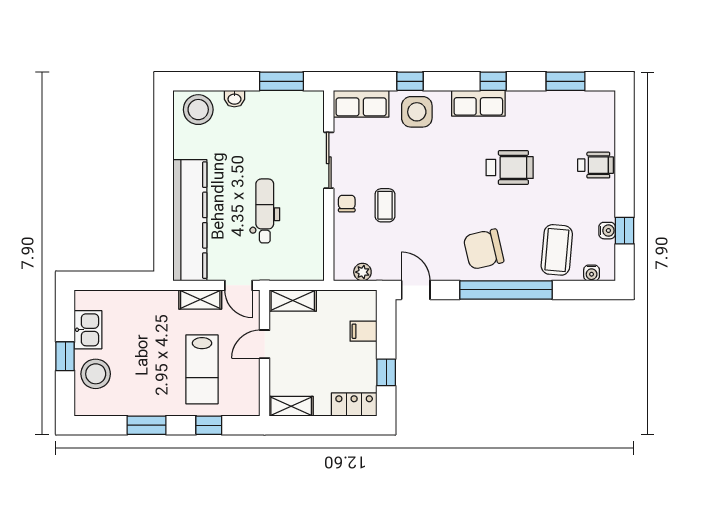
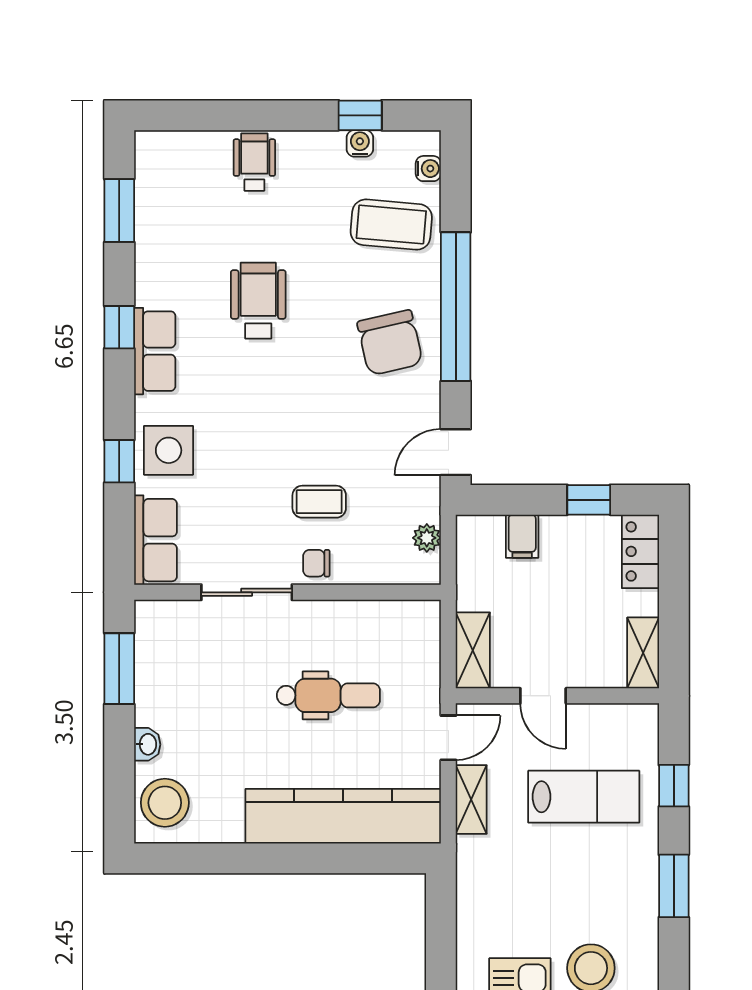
dental chair: (265, 211) -> (328, 695), turned 180

